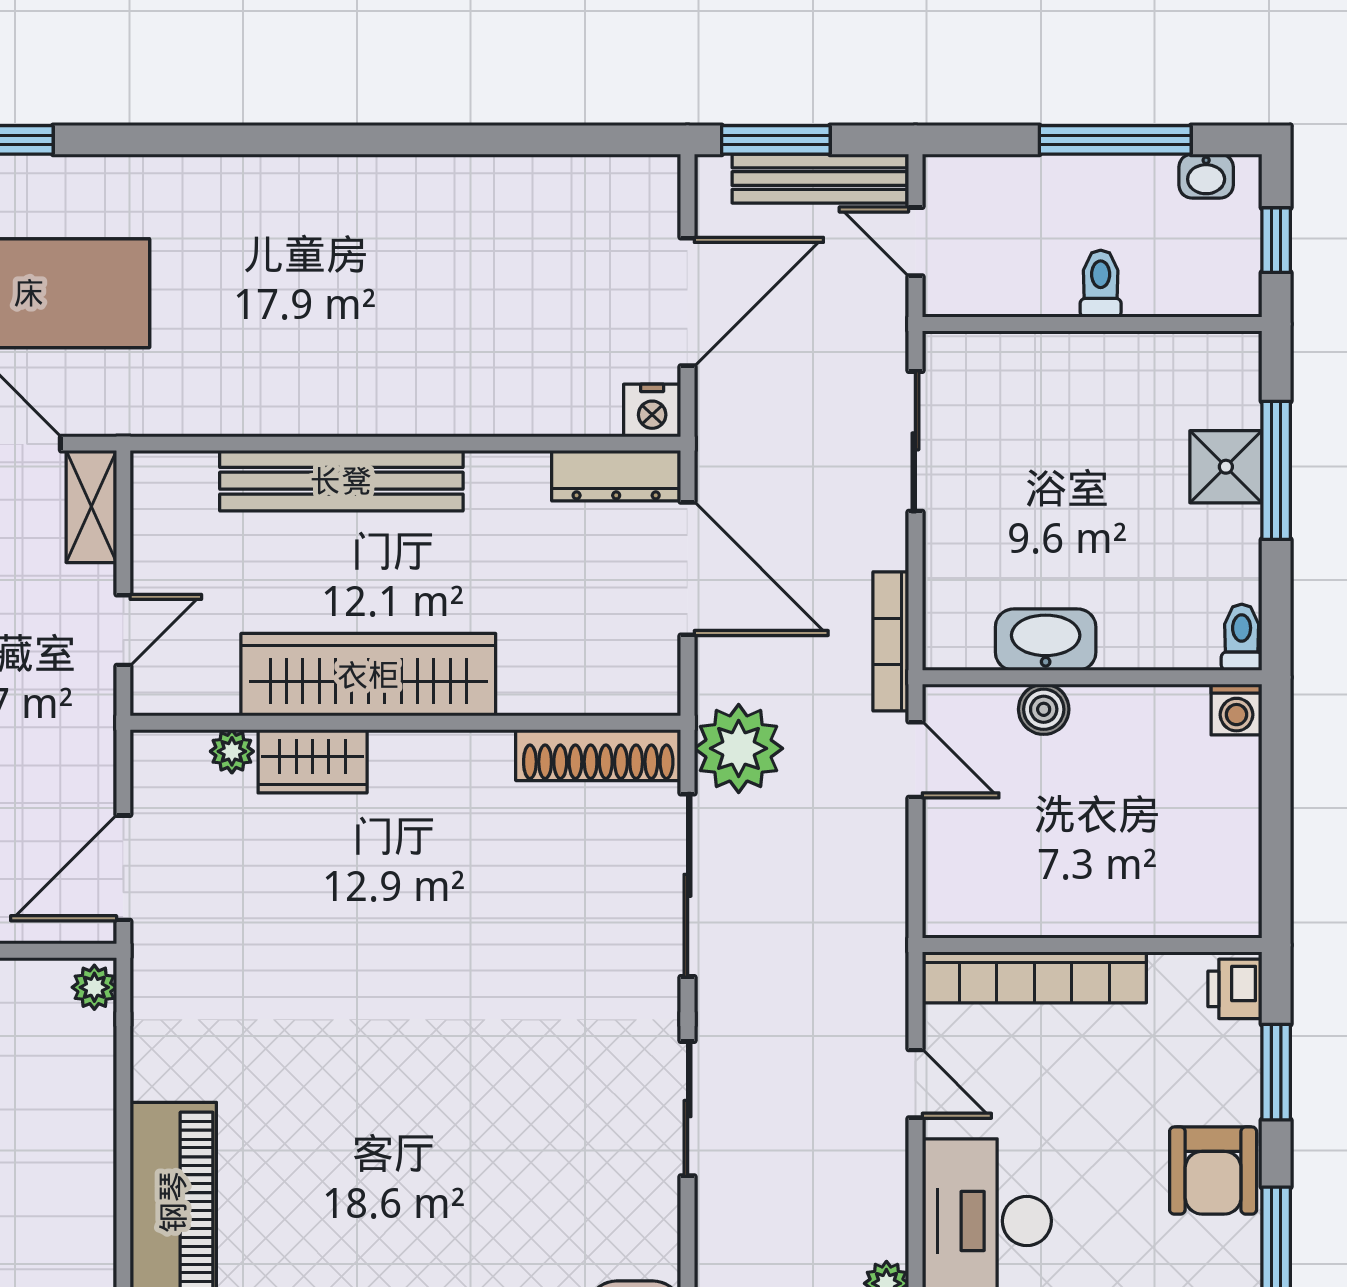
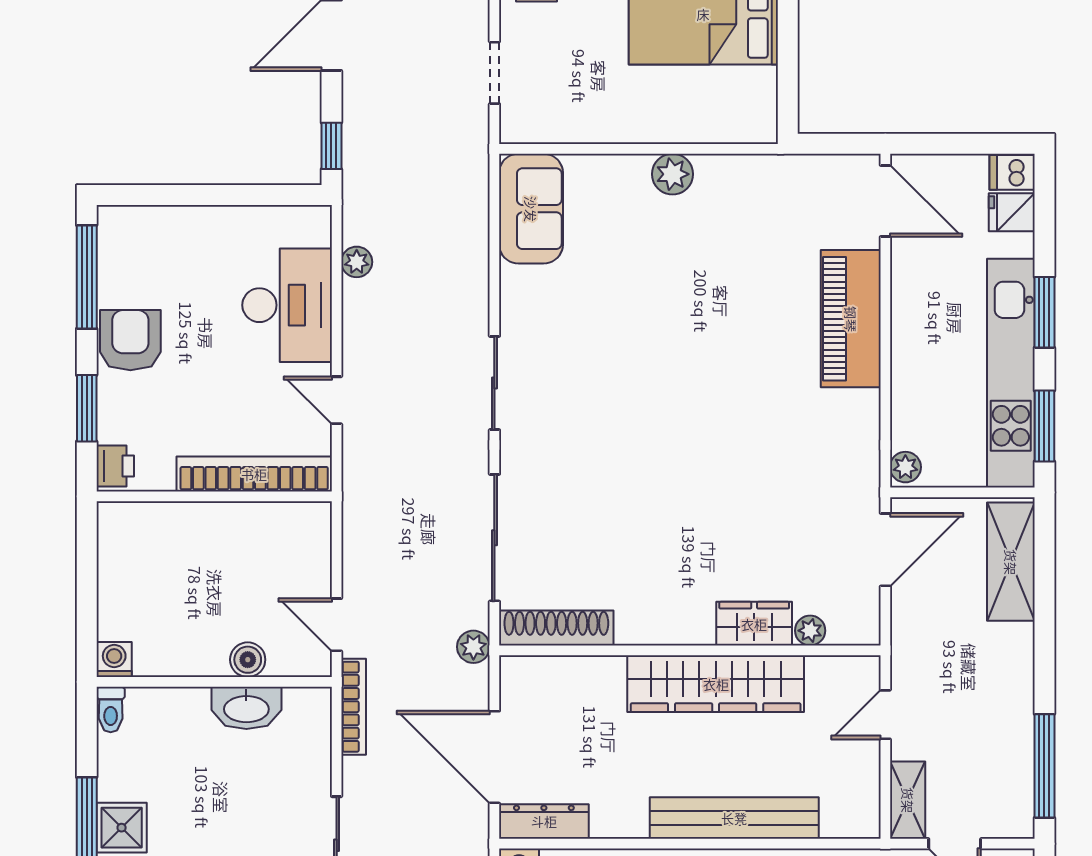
plant: (739, 748) -> (473, 647), width x0.53, depth x0.53

